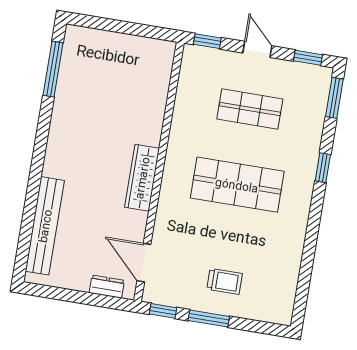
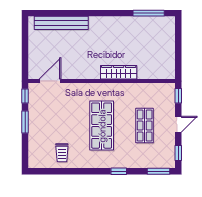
wardrobe: (142, 178) -> (119, 72), moved
trolley: (225, 281) -> (62, 153), moved
dresser: (107, 287) -> (33, 63), removed

